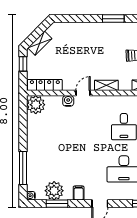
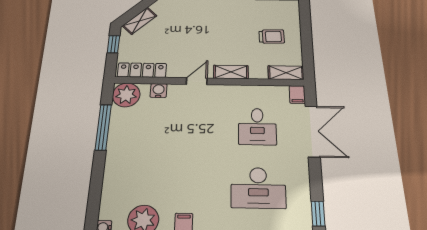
water cooler: (68, 101) -> (159, 90), moved
window: (23, 168) -> (103, 127), moved

